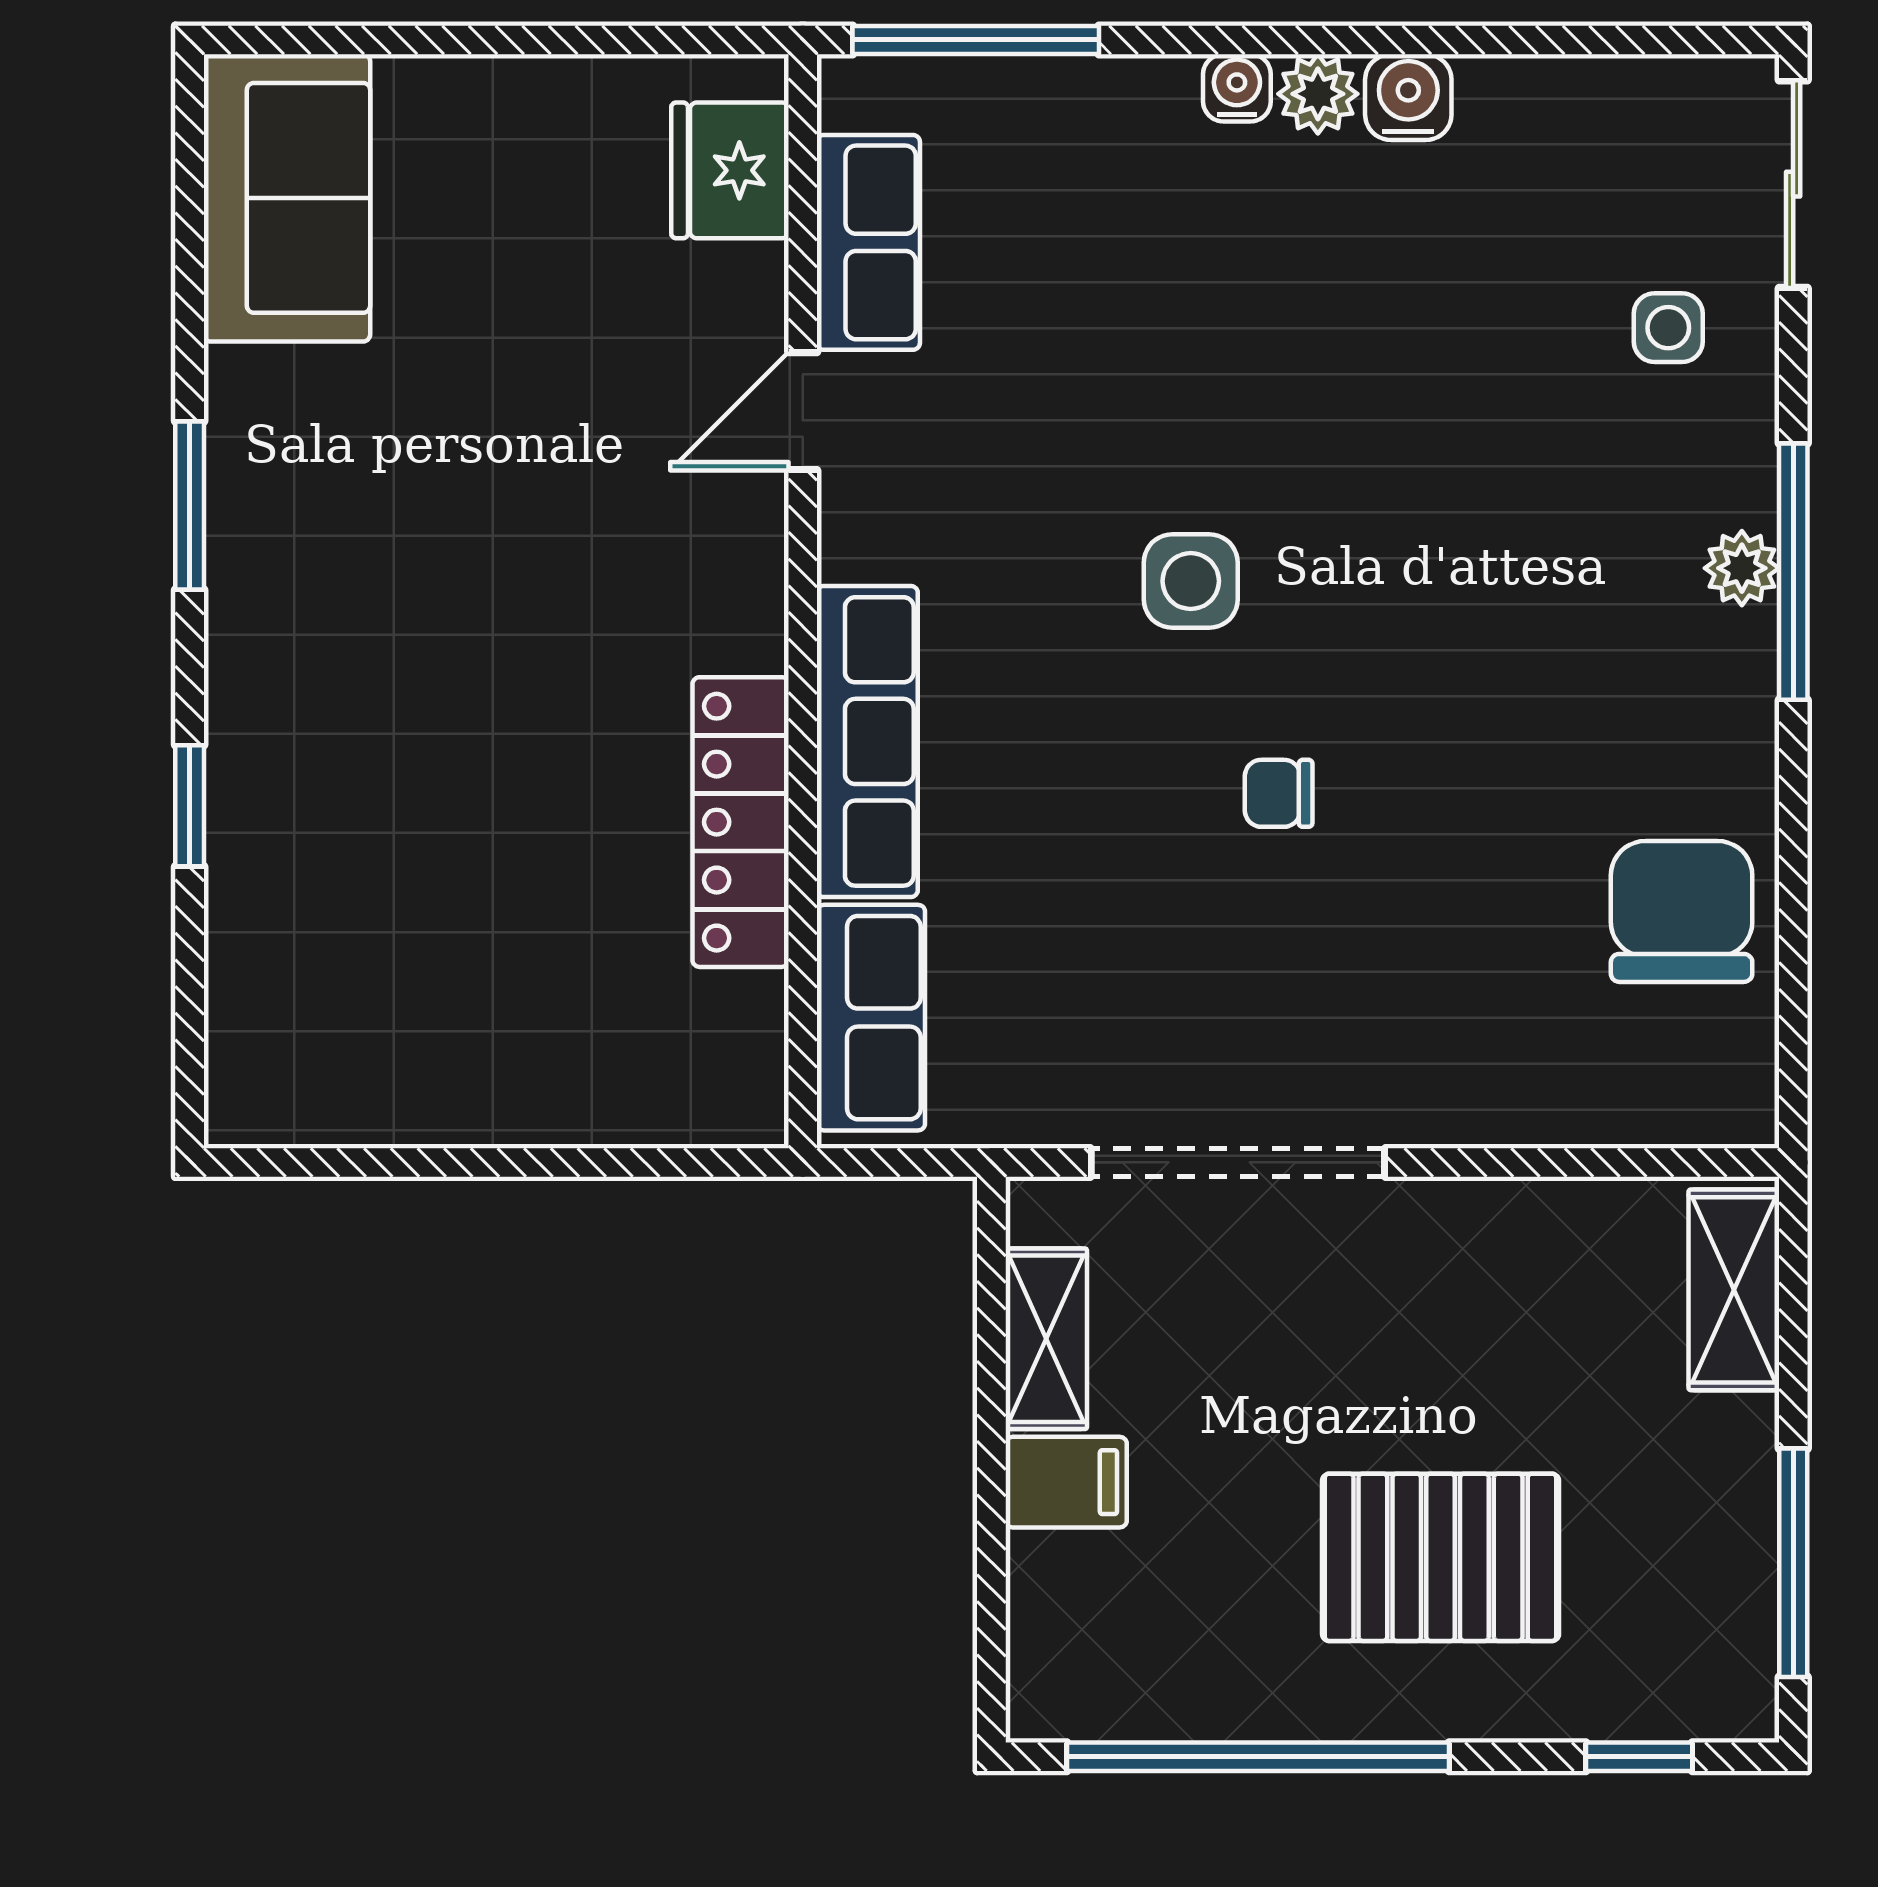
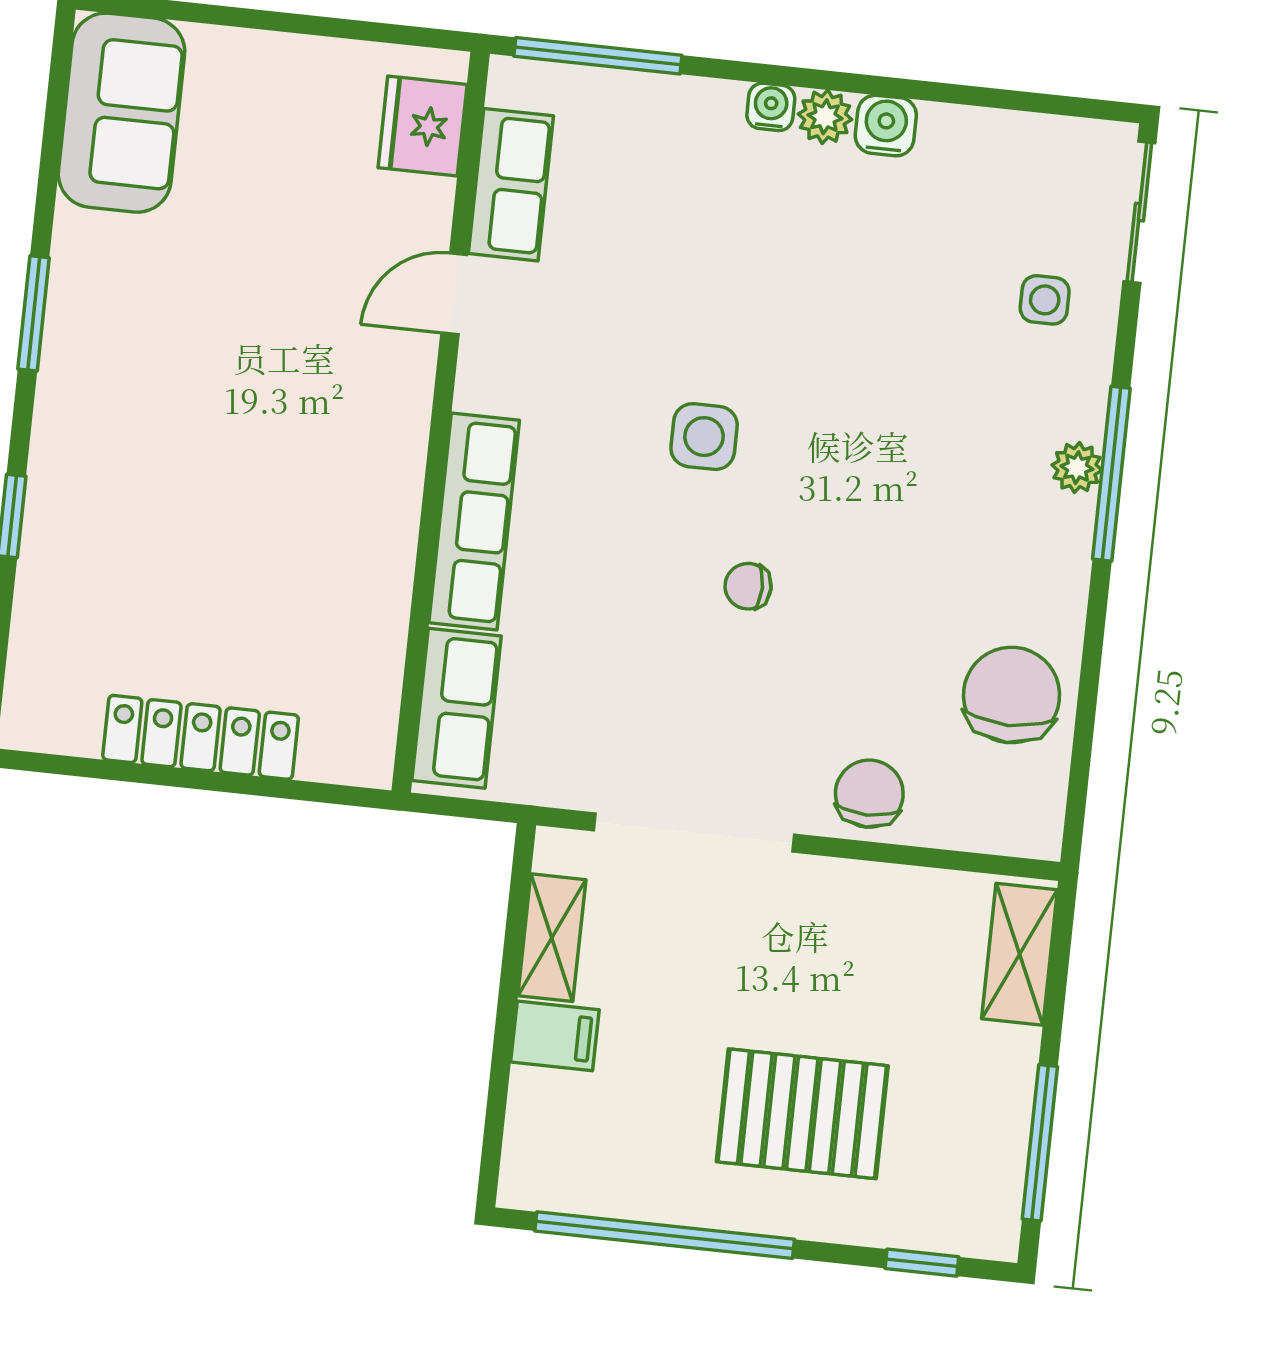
locker: (741, 822) -> (201, 737), moved, turned 90
chair: (1489, 1078) -> (869, 794), added

